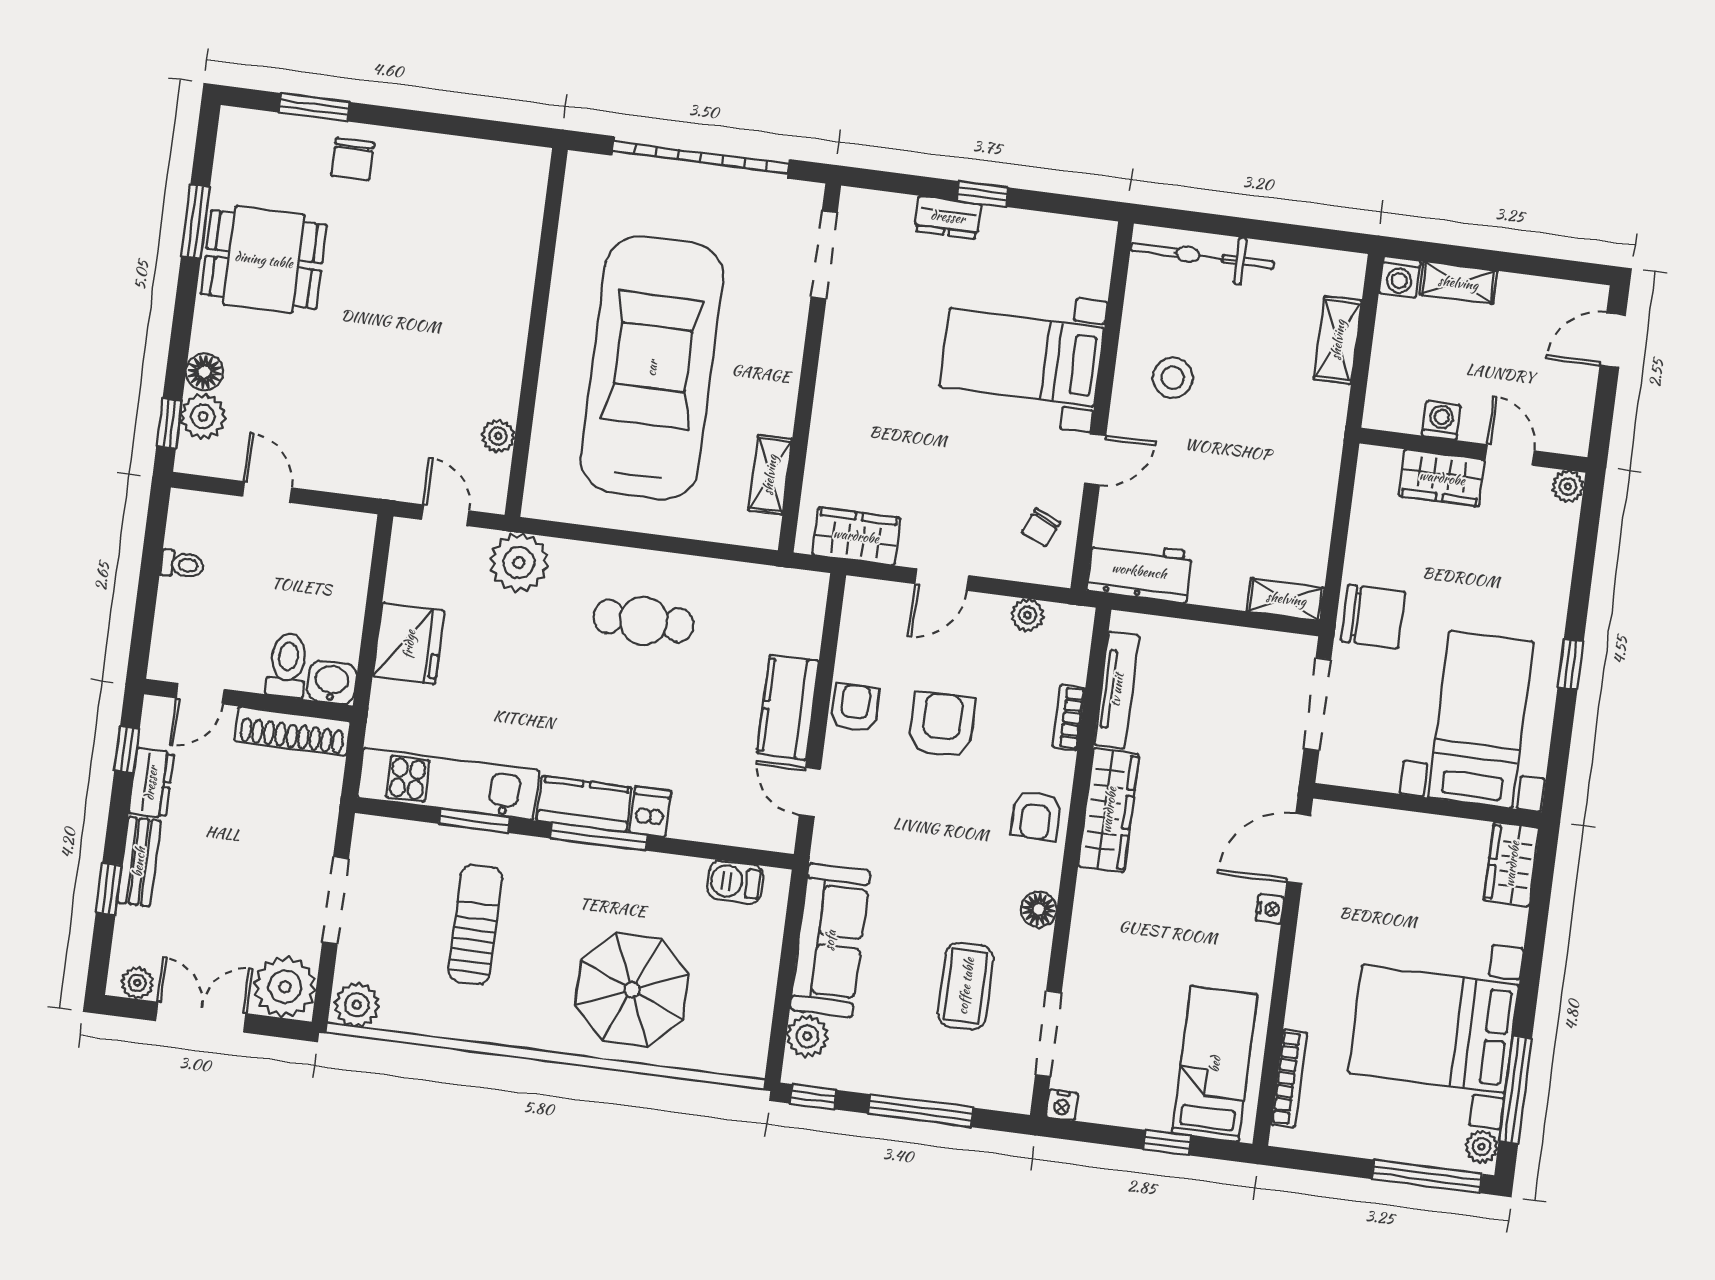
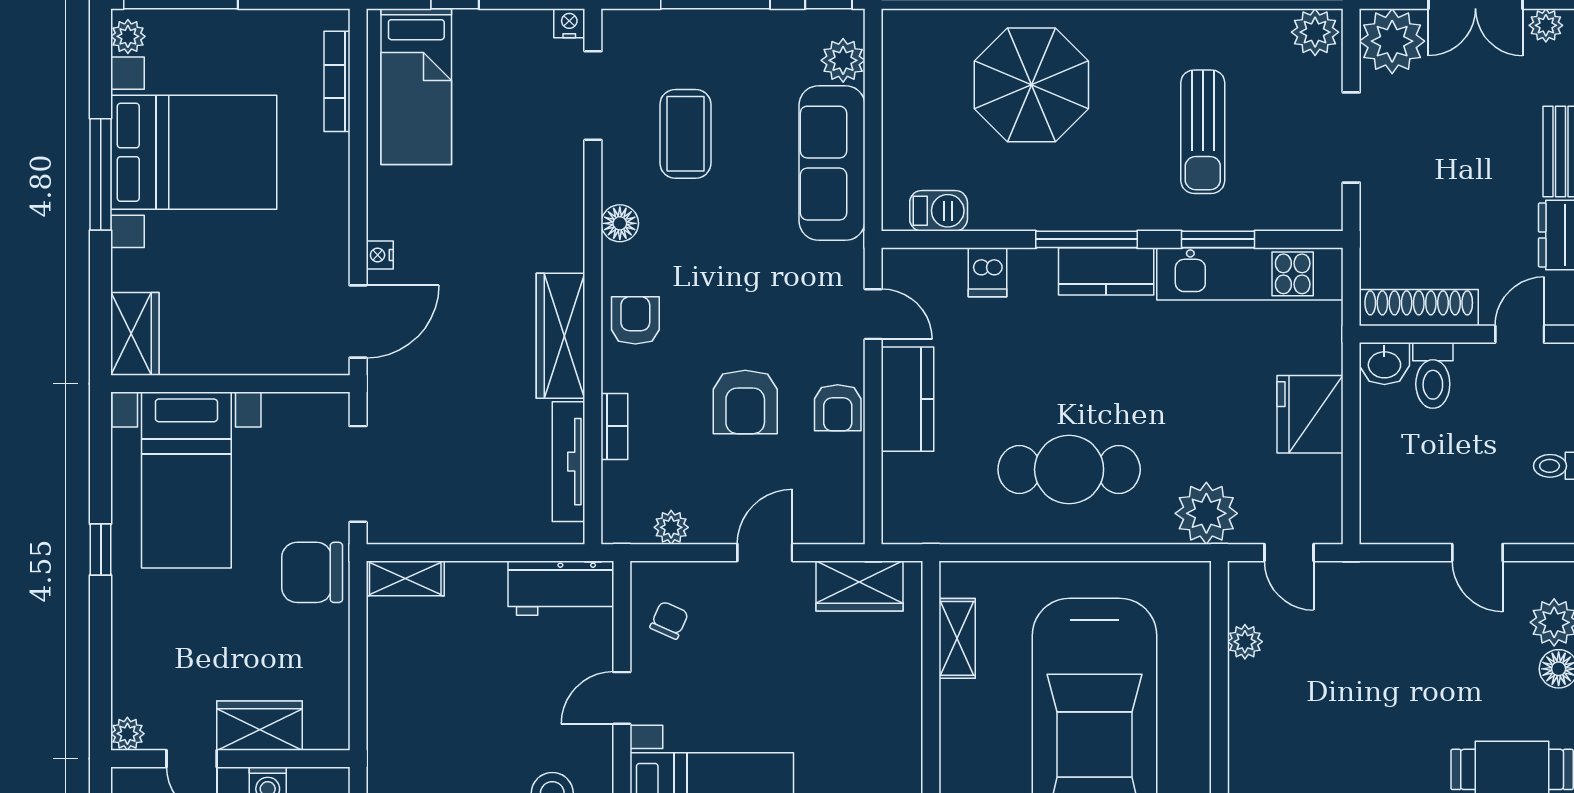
cafe table: (644, 621) -> (1069, 470), width x1.37, depth x1.35
dishwasher: (650, 812) -> (987, 272), moved
window: (1515, 1090) -> (101, 174), moved

